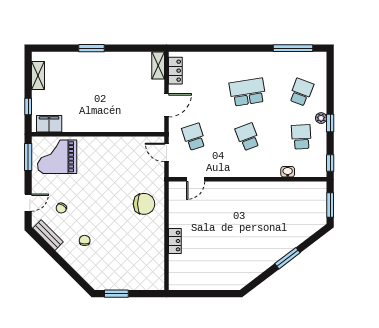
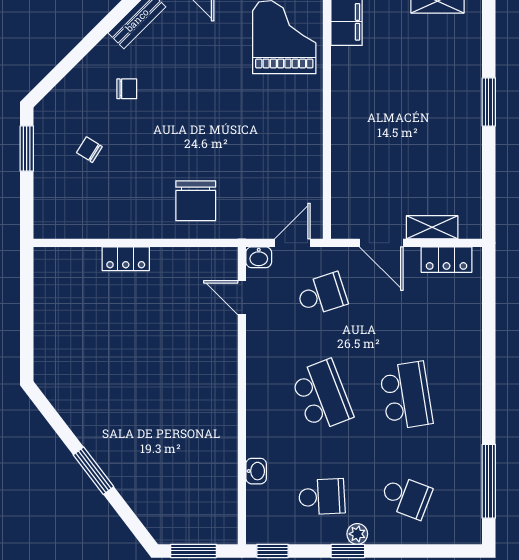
shelving: (158, 66) -> (432, 227), moved
school desk: (248, 137) -> (322, 396), width x1.85
washbasin: (174, 170) -> (259, 257), added
chair: (61, 208) -> (89, 150), moved

